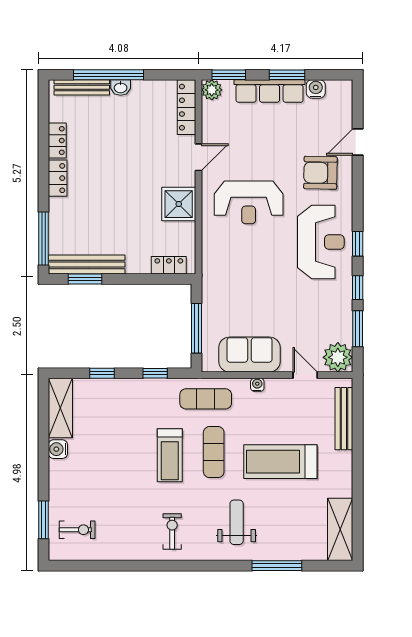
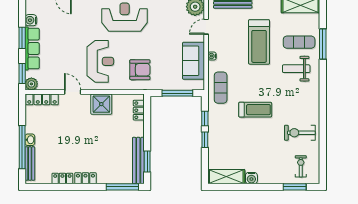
armchair: (320, 173) -> (140, 70), moved, turned -91
window: (102, 373) -> (205, 140), moved
exercise mat: (214, 452) -> (299, 42), moved
exercise bike: (172, 532) -> (300, 133), moved, width x1.38, depth x1.39

